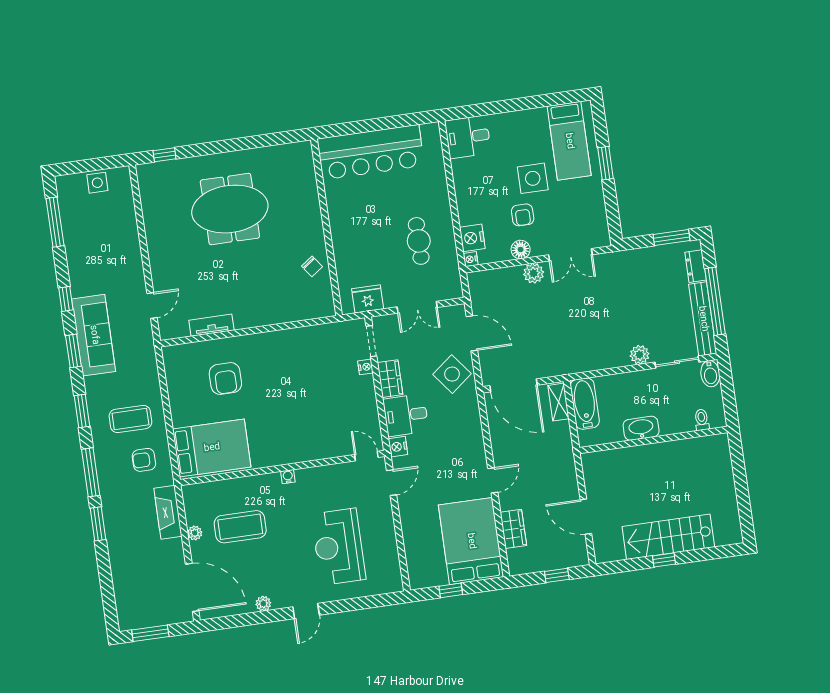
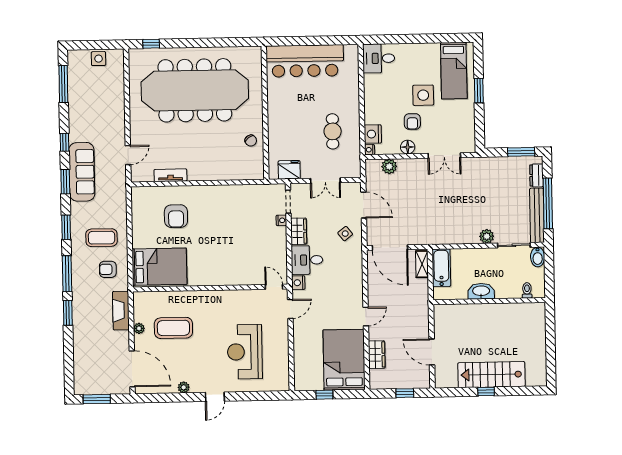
meeting table: (230, 209) -> (195, 90), width x1.86, depth x1.27
plant: (534, 273) -> (389, 166), moved
side table: (452, 374) -> (345, 234), width x0.54, depth x0.54
water cooler: (288, 477) -> (214, 295), removed

